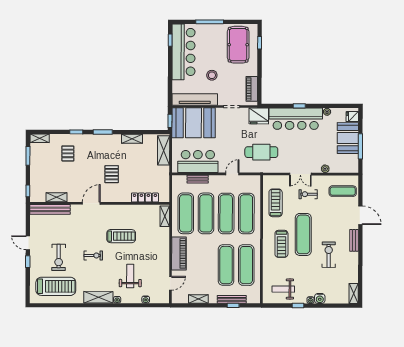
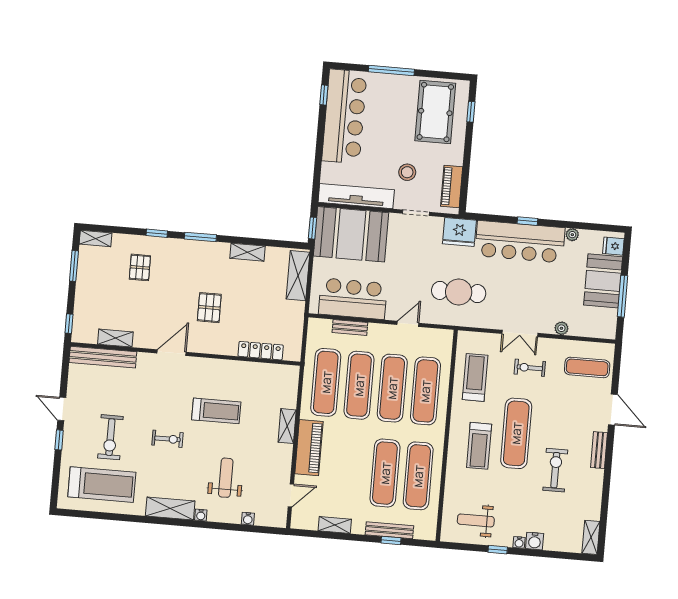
stool: (212, 75) -> (407, 172), moved
shelving: (165, 216) -> (287, 426), moved

